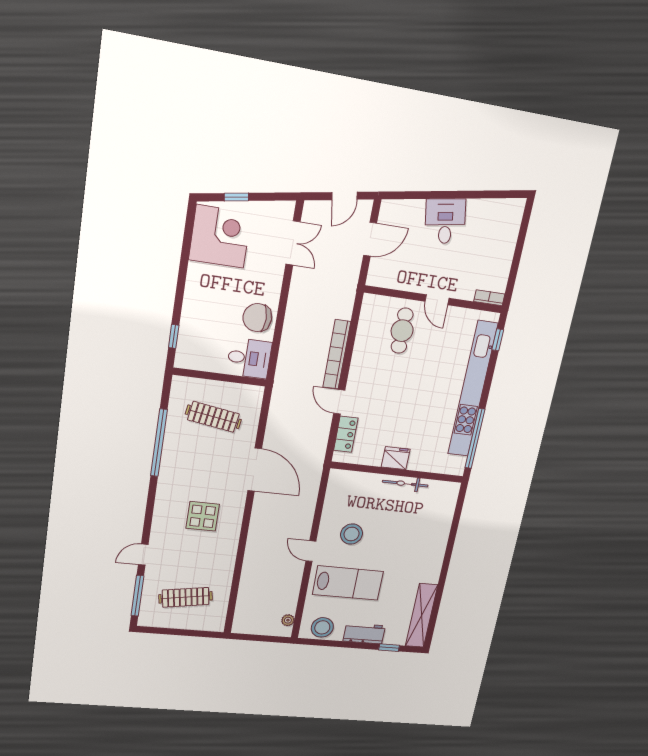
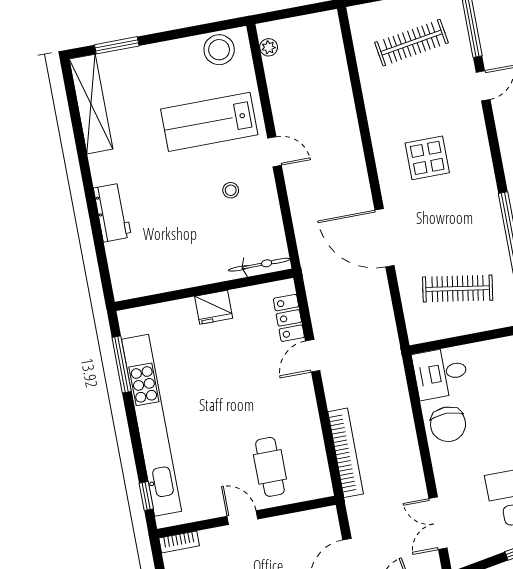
chair: (257, 318) -> (448, 424), turned 90
bookcase: (337, 354) -> (346, 453), moved
door: (339, 402) -> (313, 356), swing flipped
window: (475, 439) -> (122, 364), width x0.68
bicycle: (405, 484) -> (259, 265), moved
stool: (352, 534) -> (231, 190), width x0.53, depth x0.53
workbench: (364, 633) -> (112, 213), moved, turned -90
window: (389, 648) -> (117, 45), width x1.50

